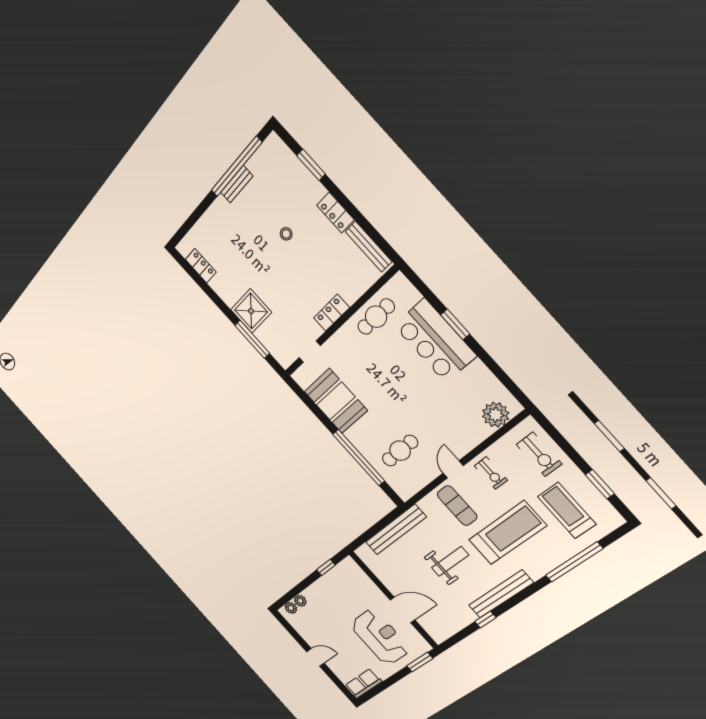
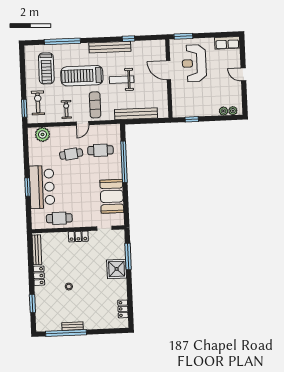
cafe table: (434, 417) -> (71, 154), added
window: (600, 484) -> (24, 108), moved

